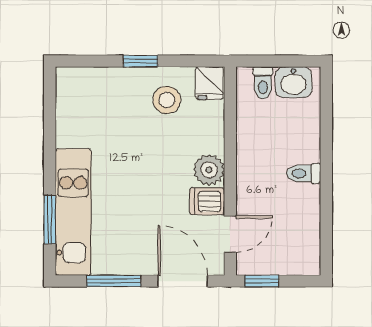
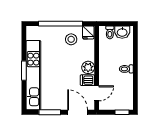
window: (141, 61) -> (61, 24), width x3.17
kitchen unit: (73, 212) -> (33, 75), width x1.36
window: (50, 219) -> (24, 71), moved
window: (262, 281) -> (122, 112), moved

